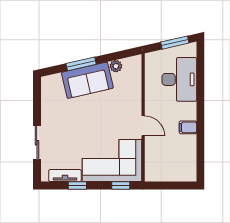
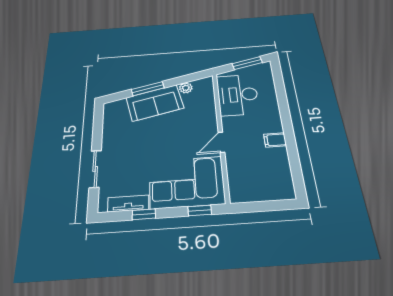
desk: (179, 79) -> (238, 95), moved, turned 180
door: (143, 126) -> (221, 142), swing flipped

